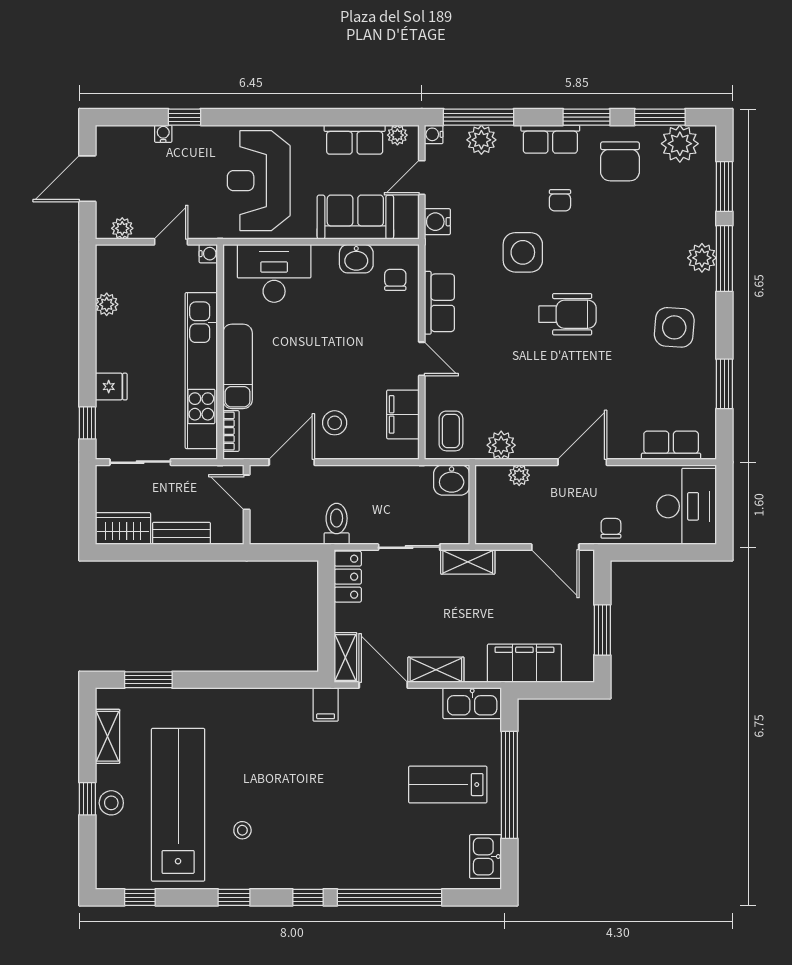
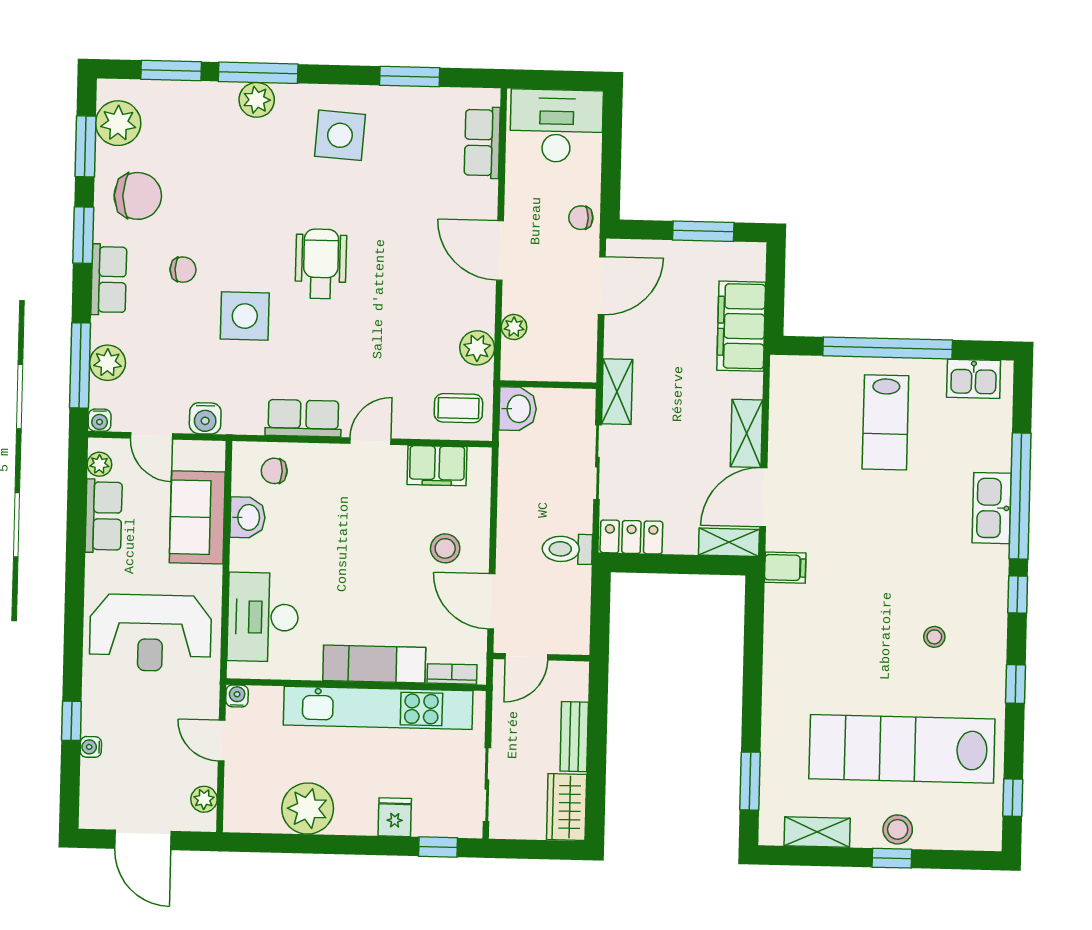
plant: (107, 304) -> (308, 809), width x1.87, depth x1.87
kitchen sink: (472, 703) -> (992, 508), moved, turned 180
stool: (242, 830) -> (934, 637), moved

